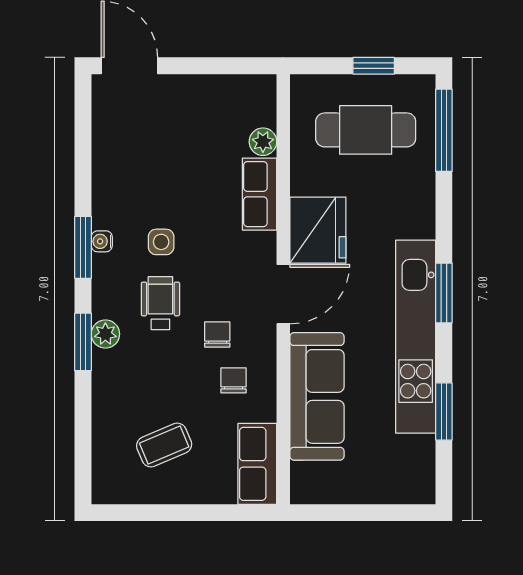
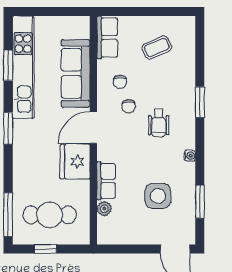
side table: (161, 242) -> (158, 196), moved, width x1.87, depth x1.87
window: (83, 247) -> (200, 202), moved
plant: (105, 334) -> (188, 106), removed
kitchen unit: (416, 337) -> (23, 67), moved

